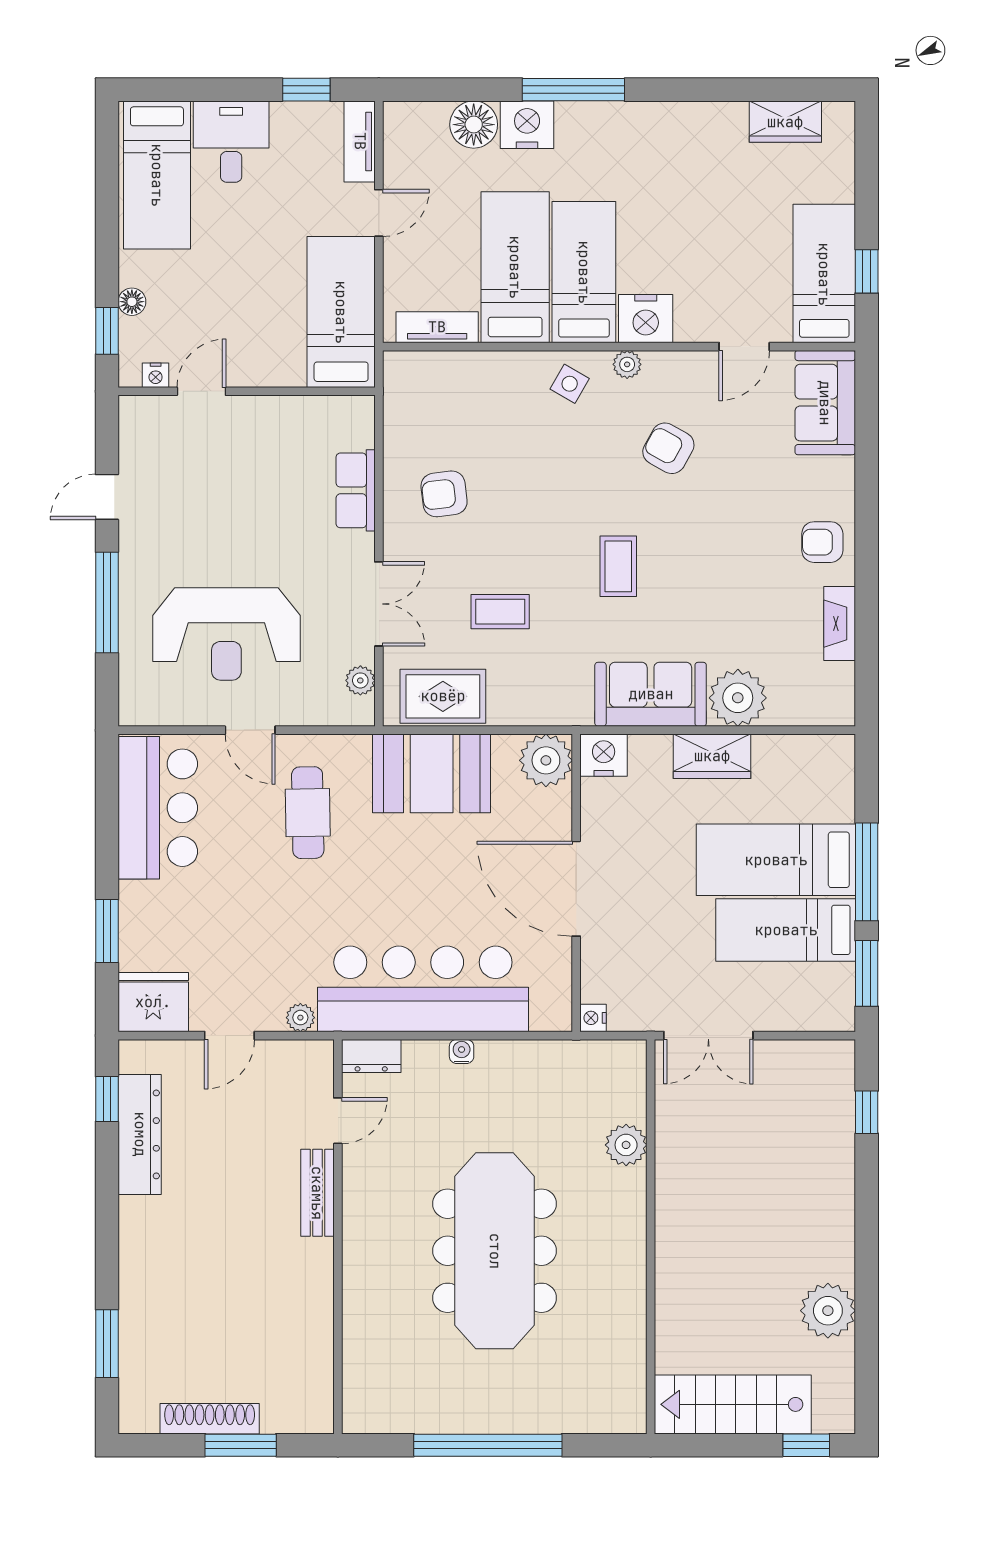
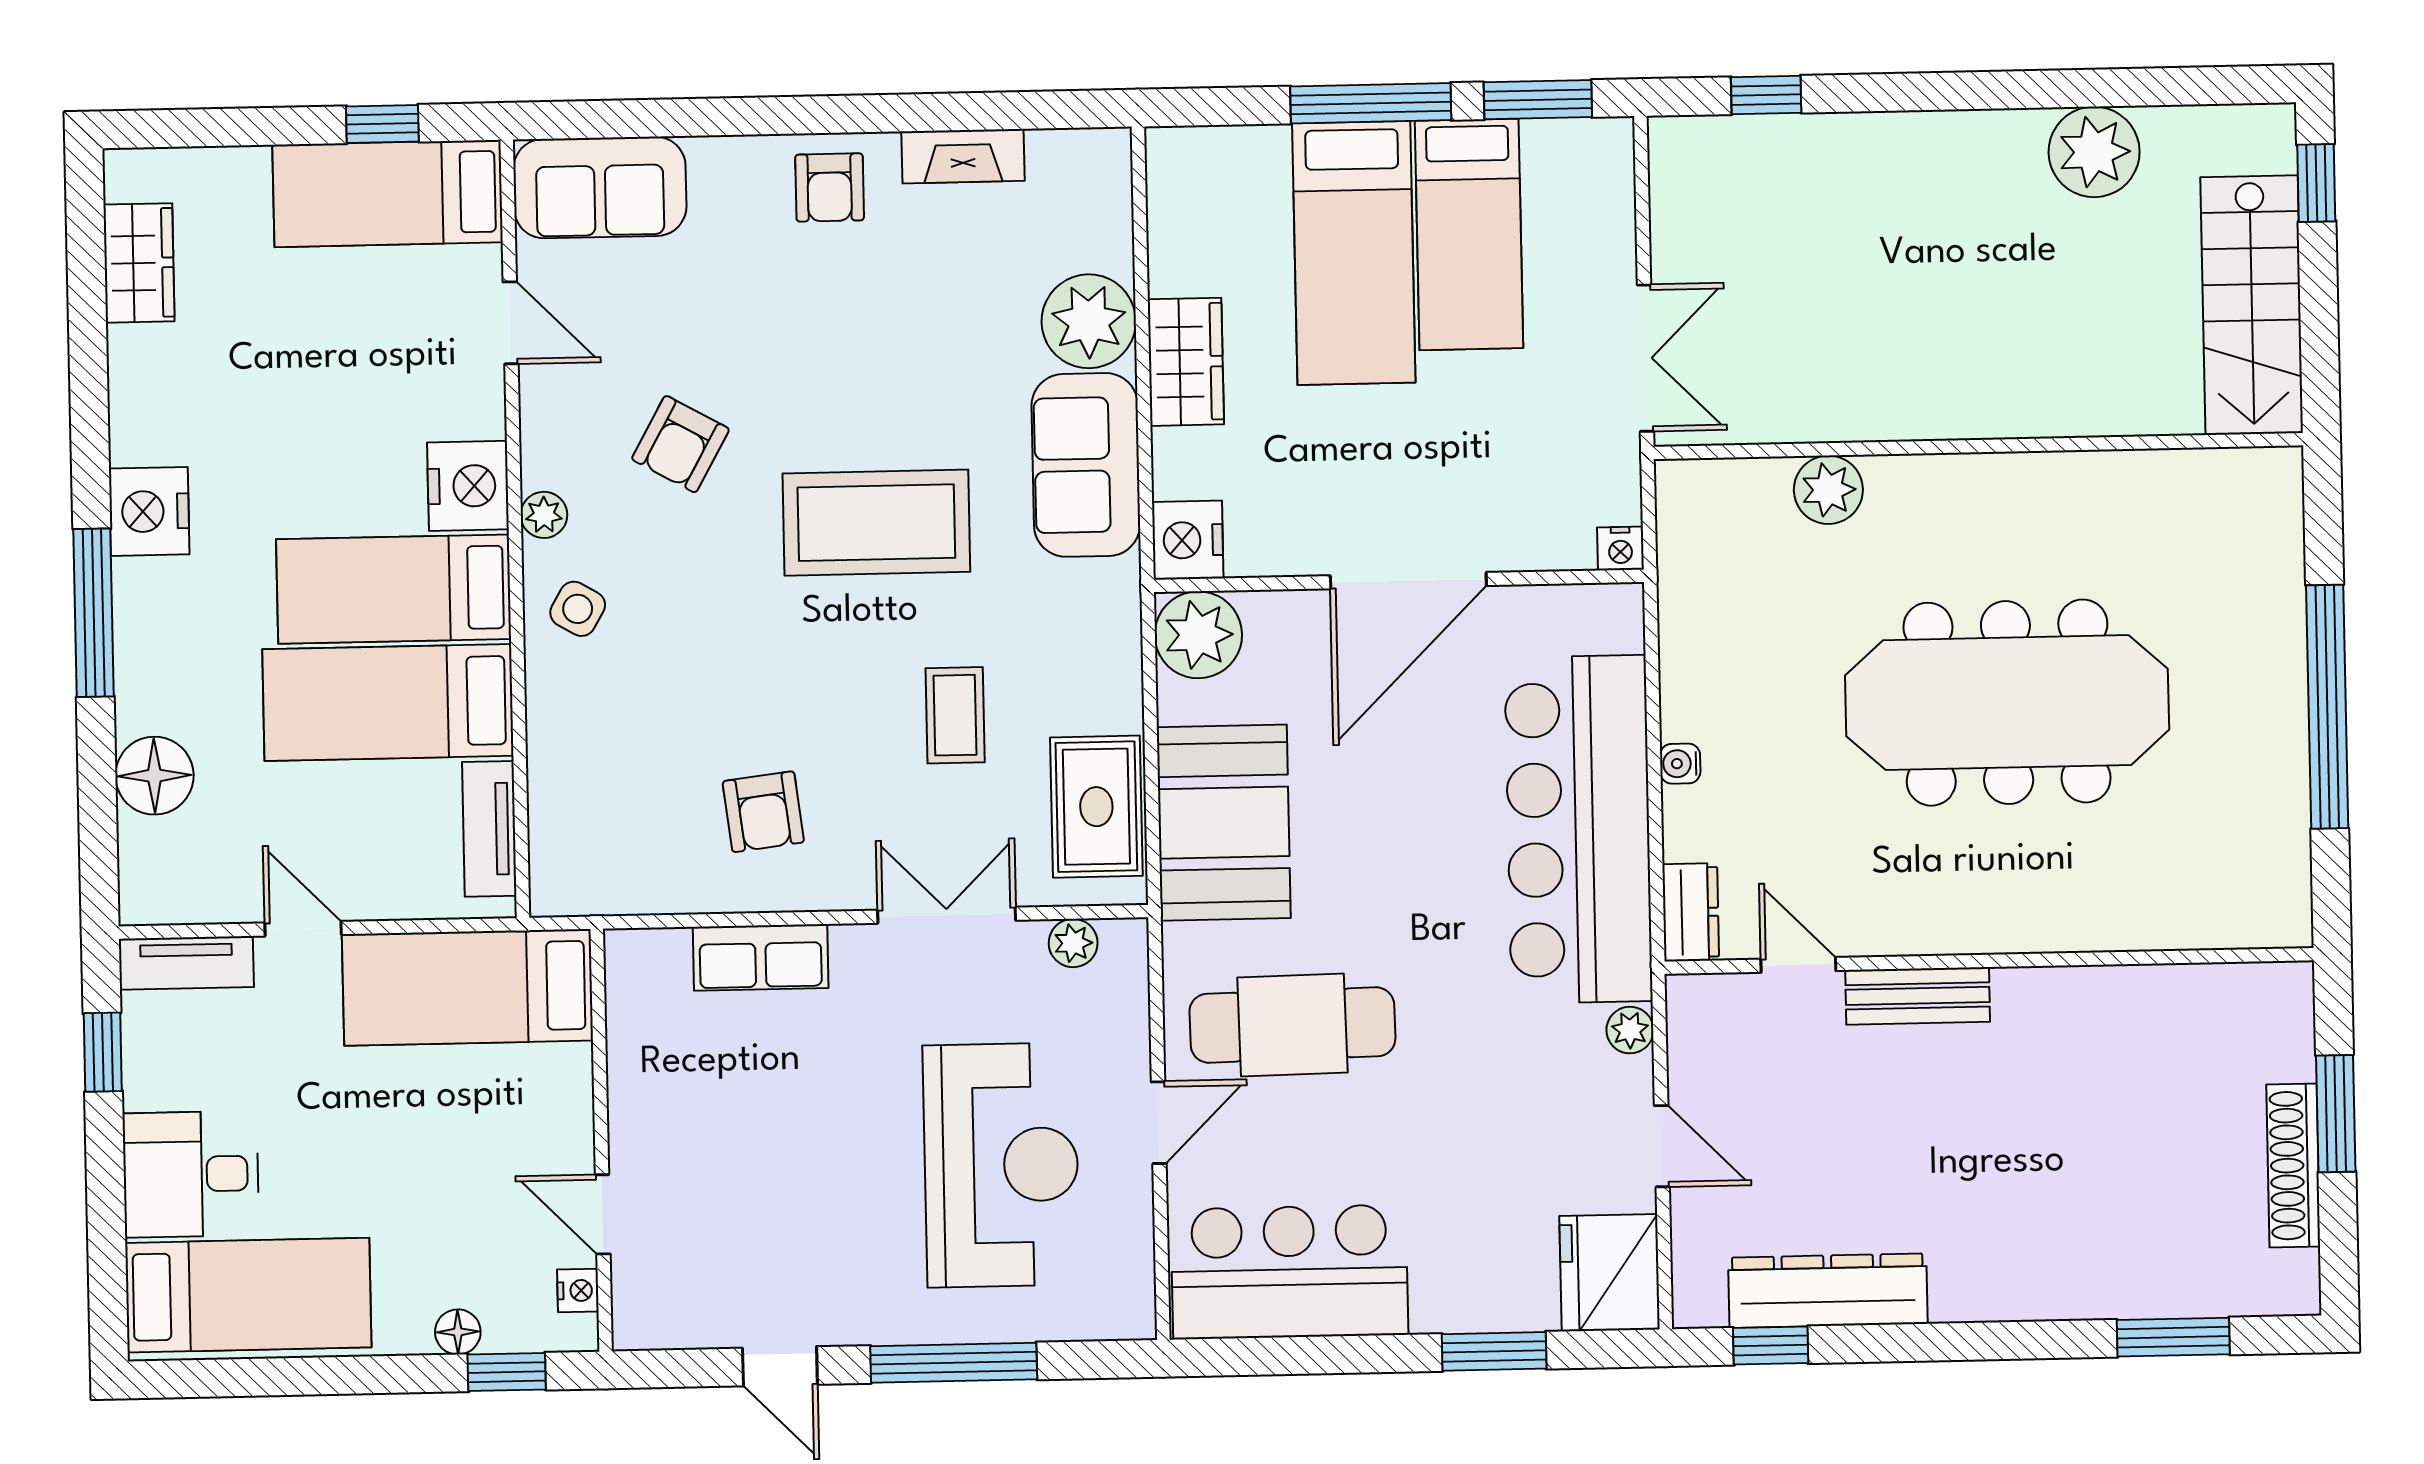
nightstand: (527, 125) -> (149, 511), moved
coffee table: (618, 566) -> (876, 523), width x1.86, depth x1.72
cafe table: (308, 813) -> (1292, 1025), width x1.37, depth x1.35

